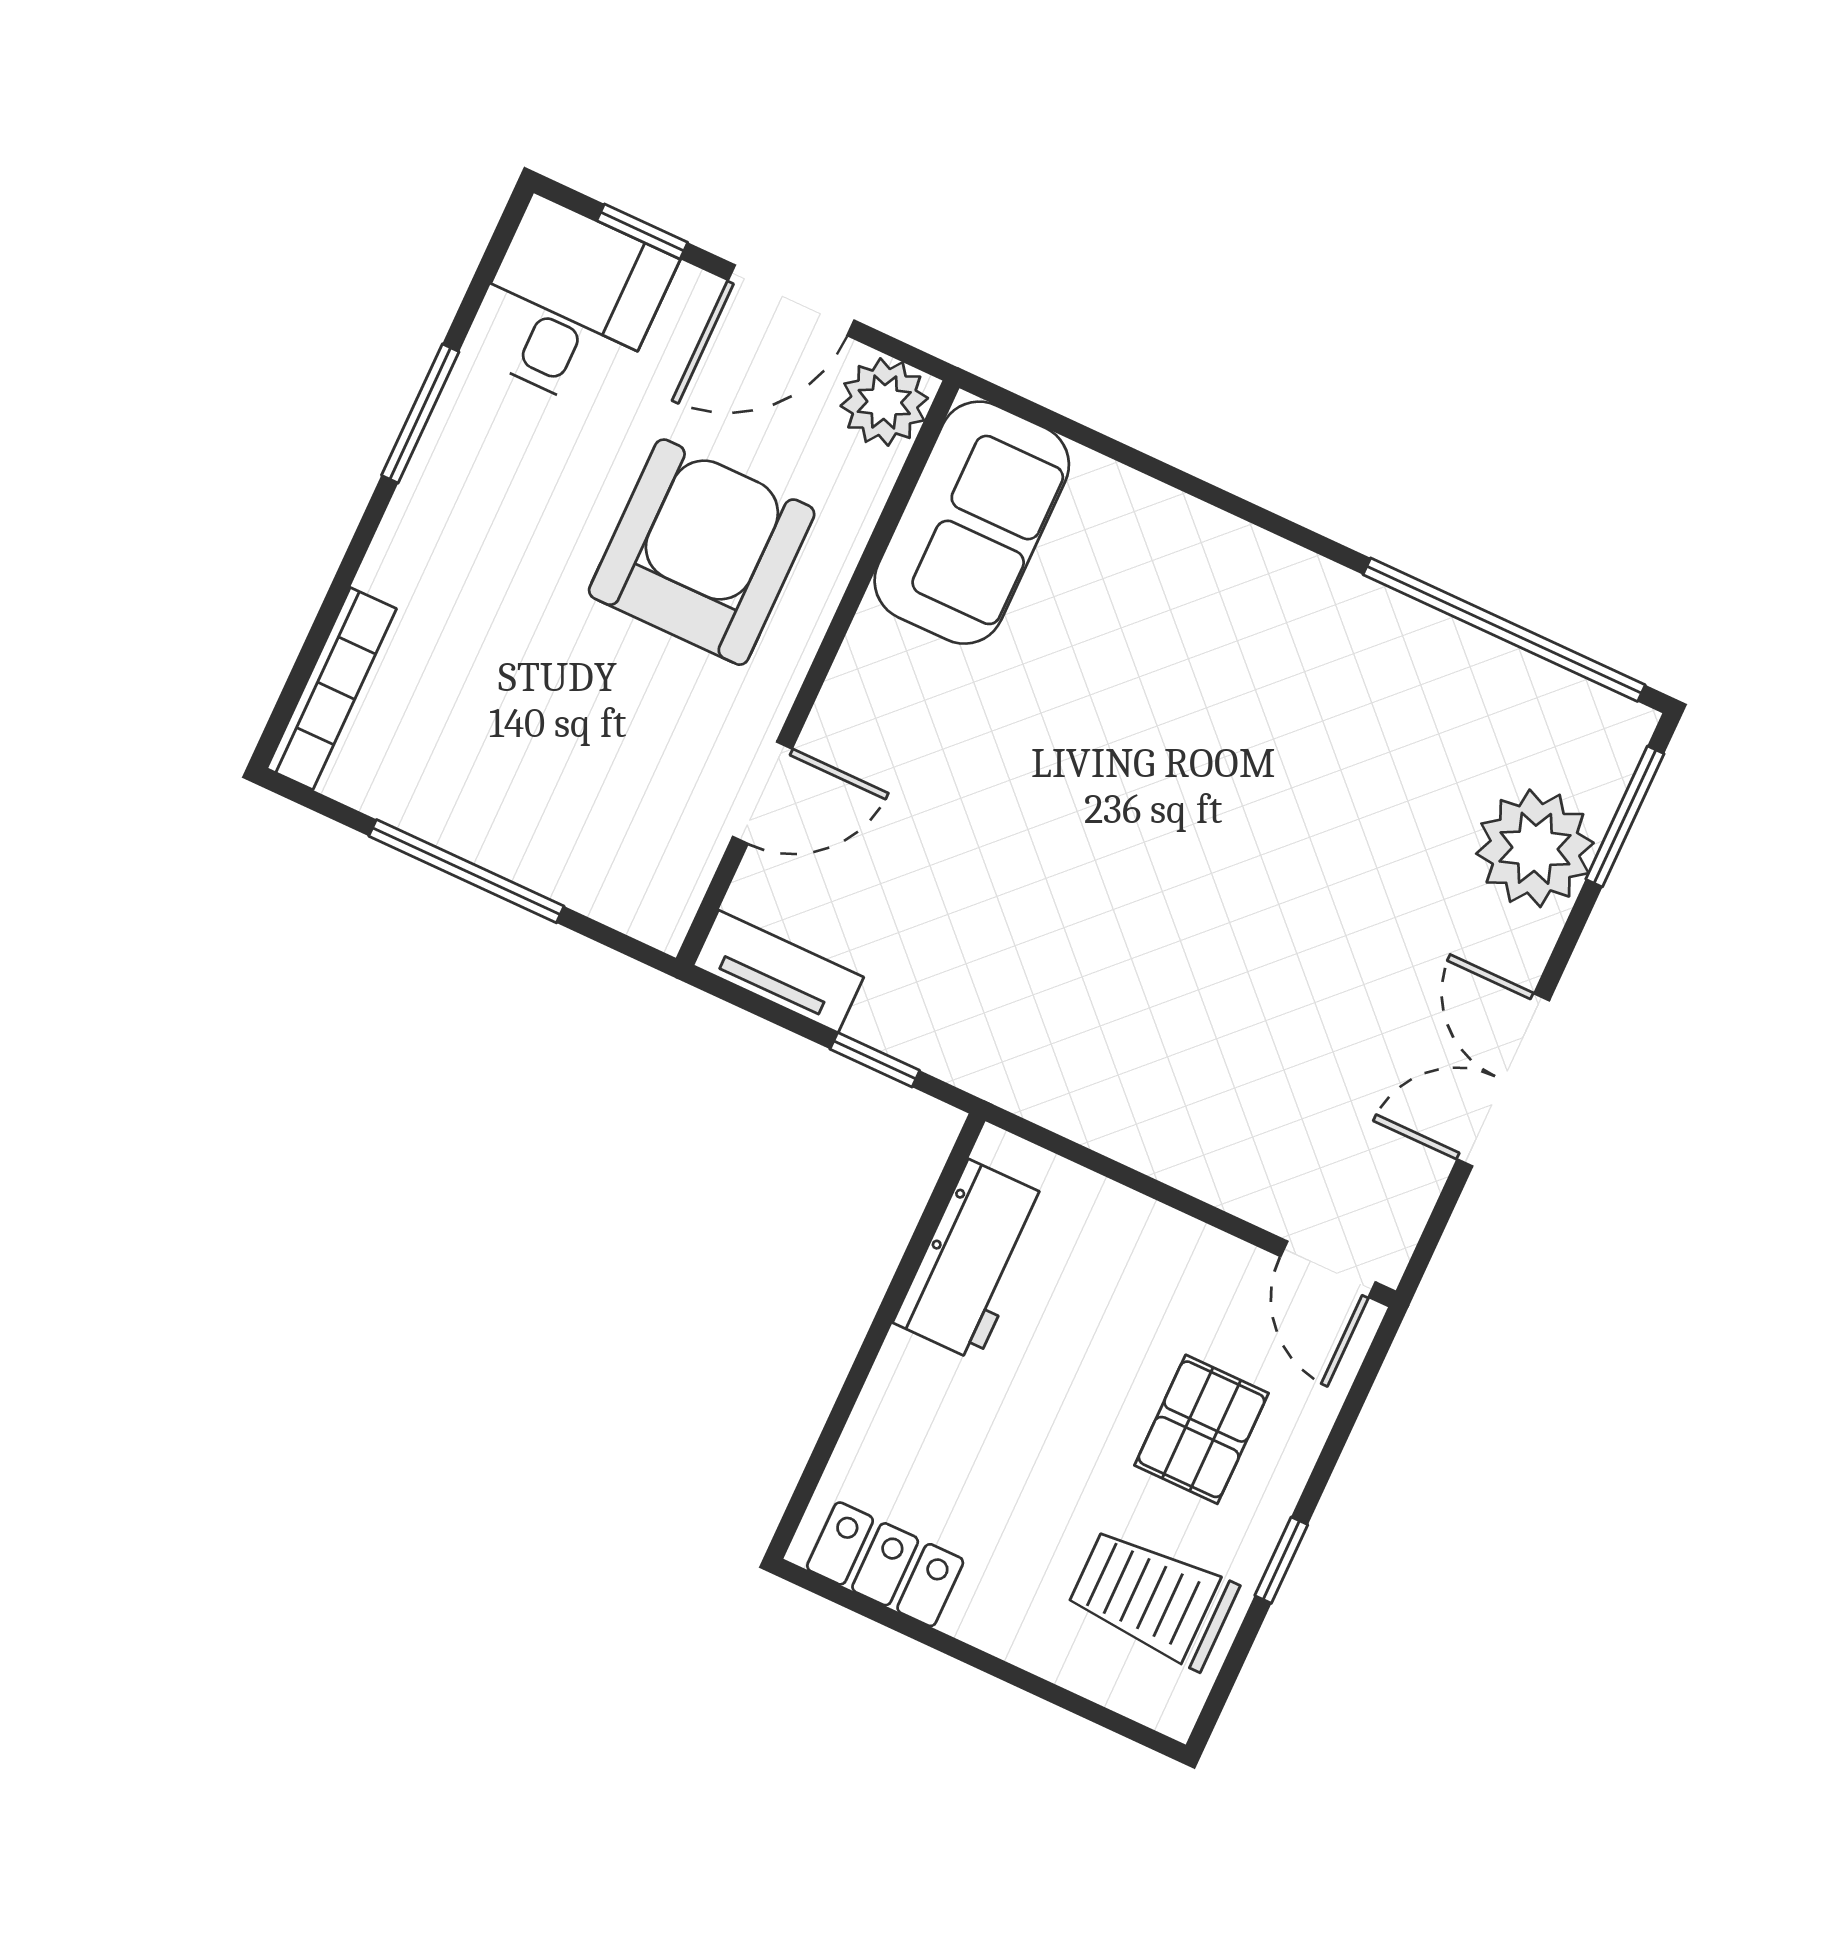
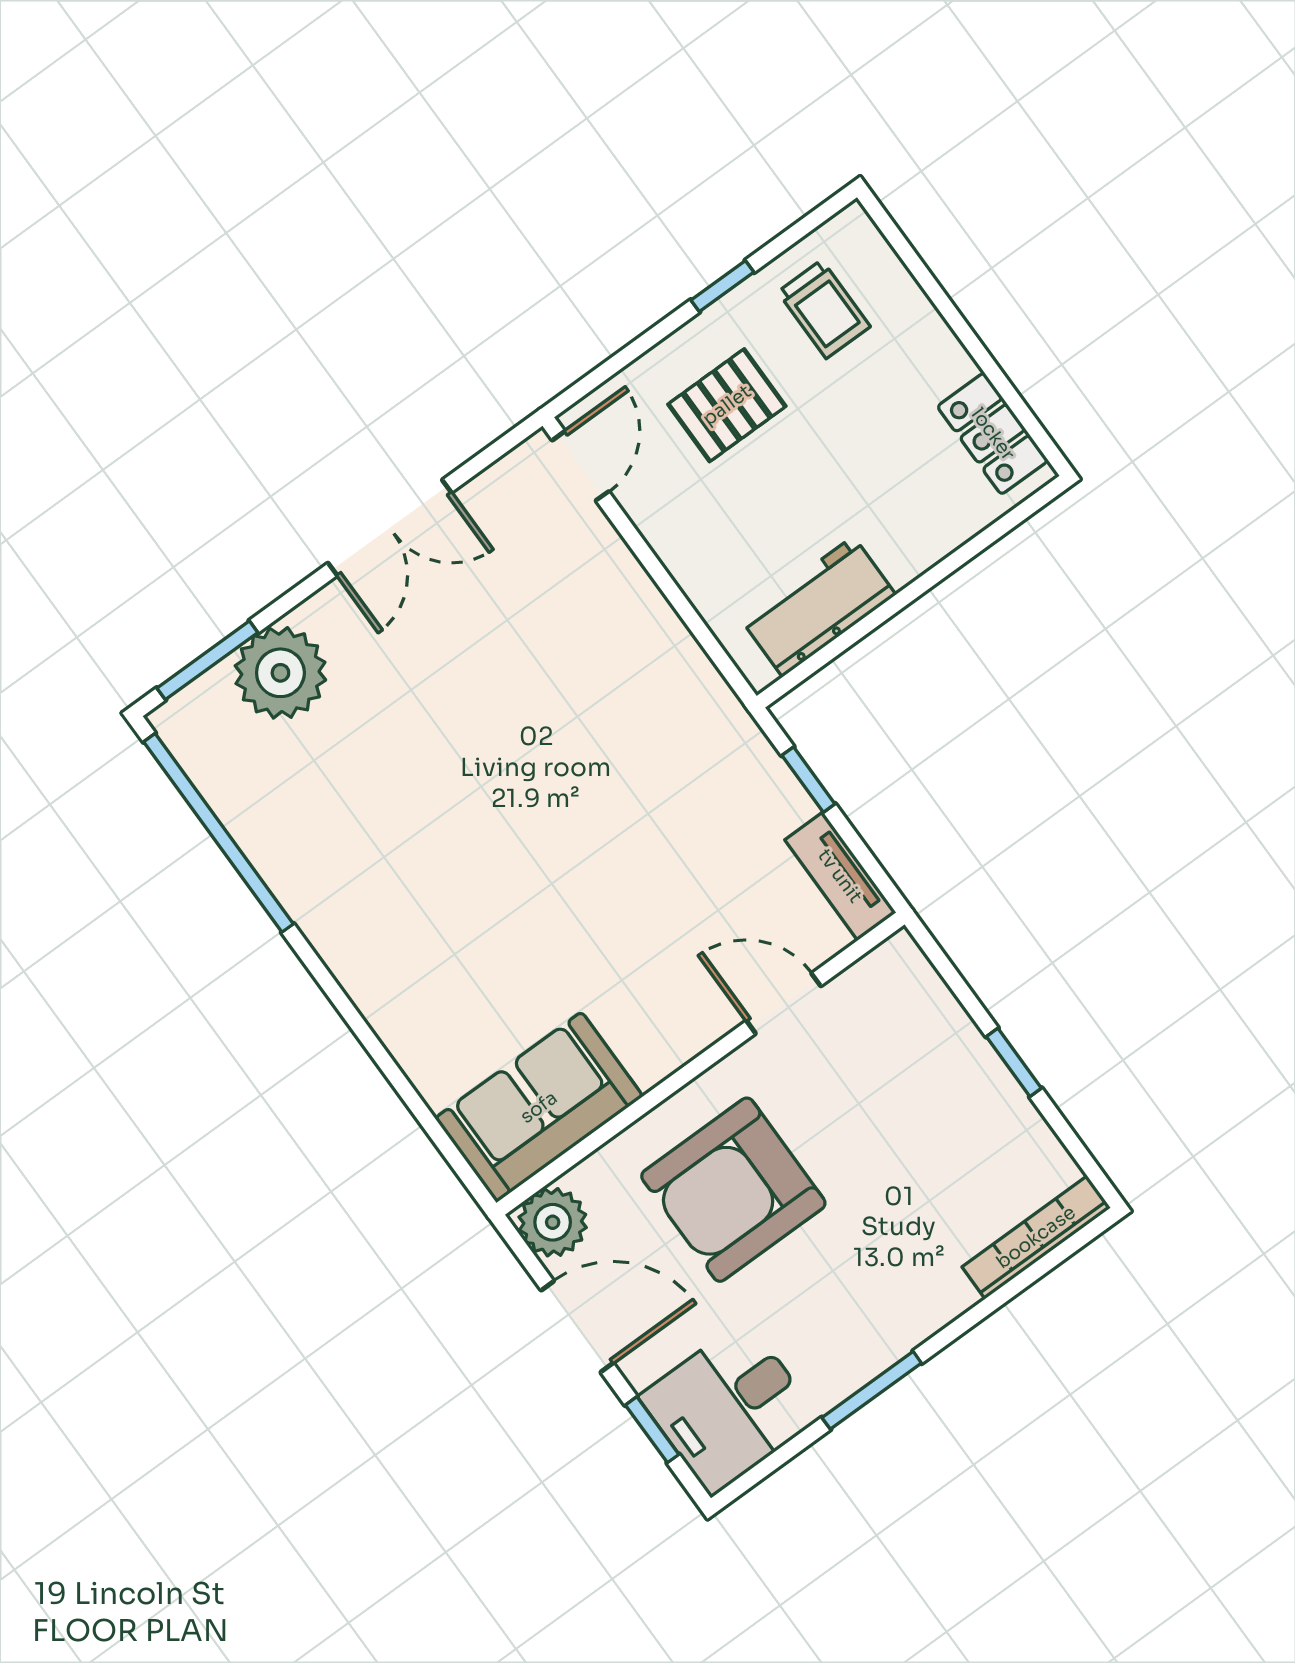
window: (466, 871) -> (1014, 1062), width x0.46
trolley: (1153, 1598) -> (824, 309), width x0.73, depth x0.72

